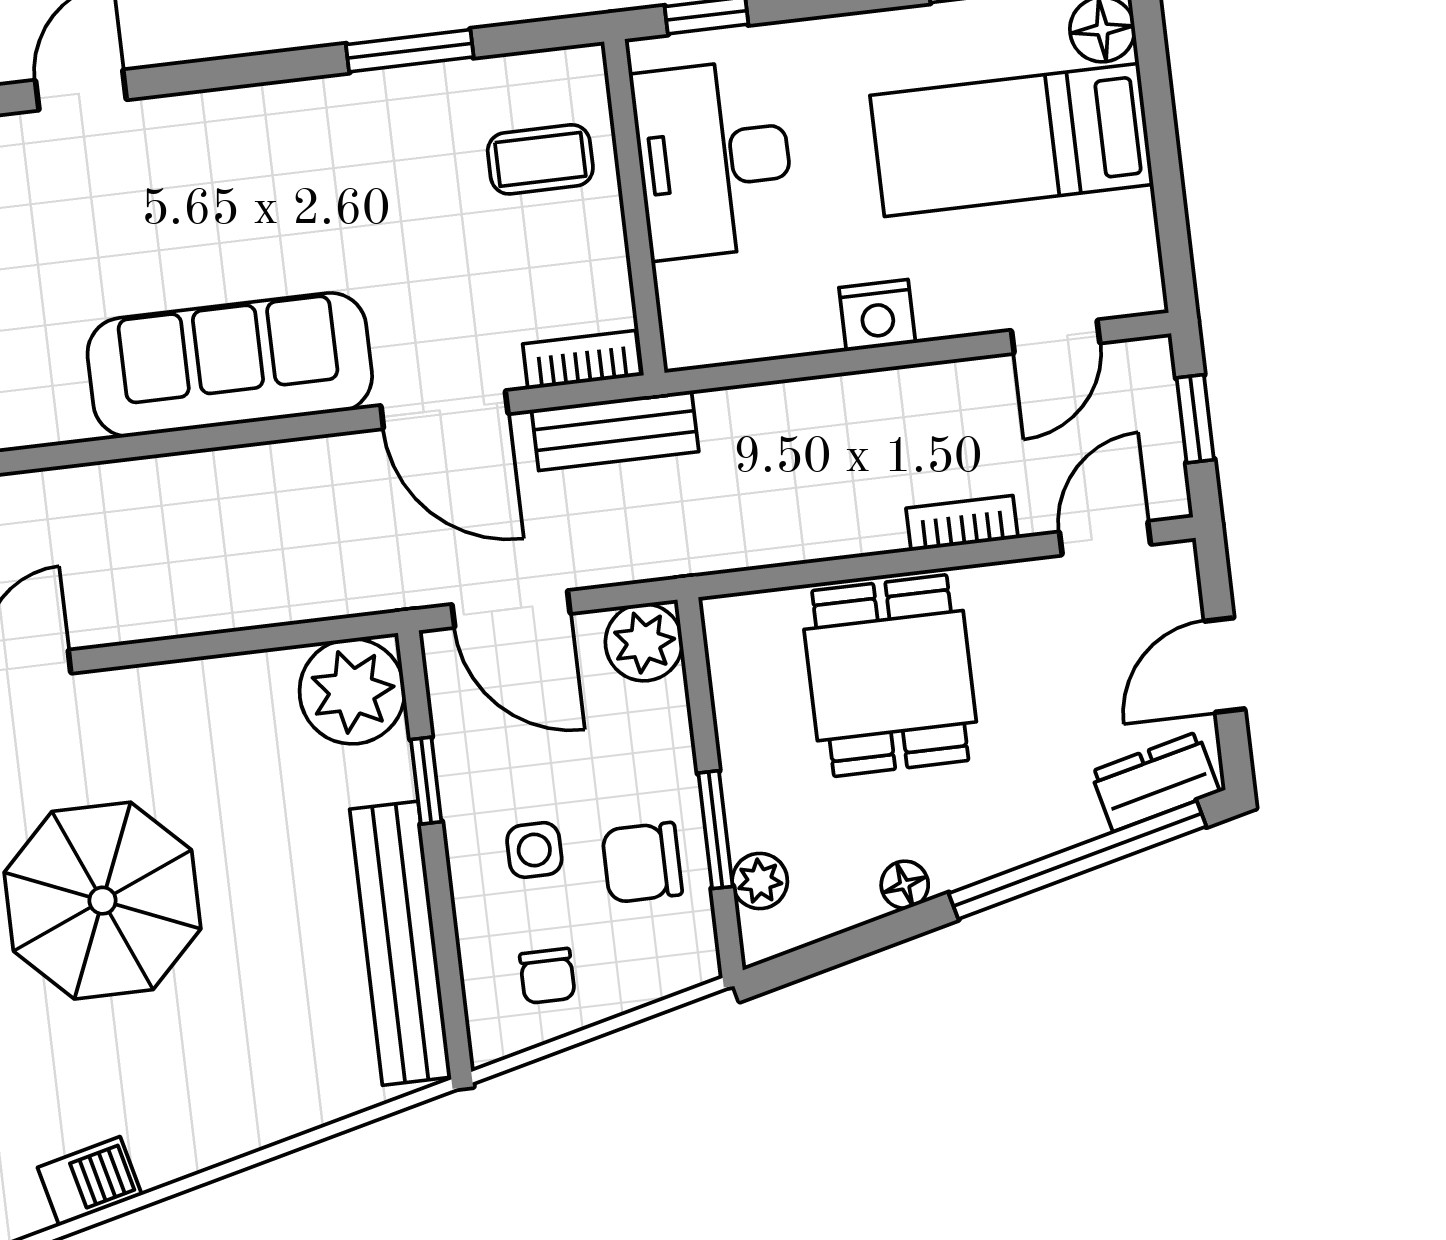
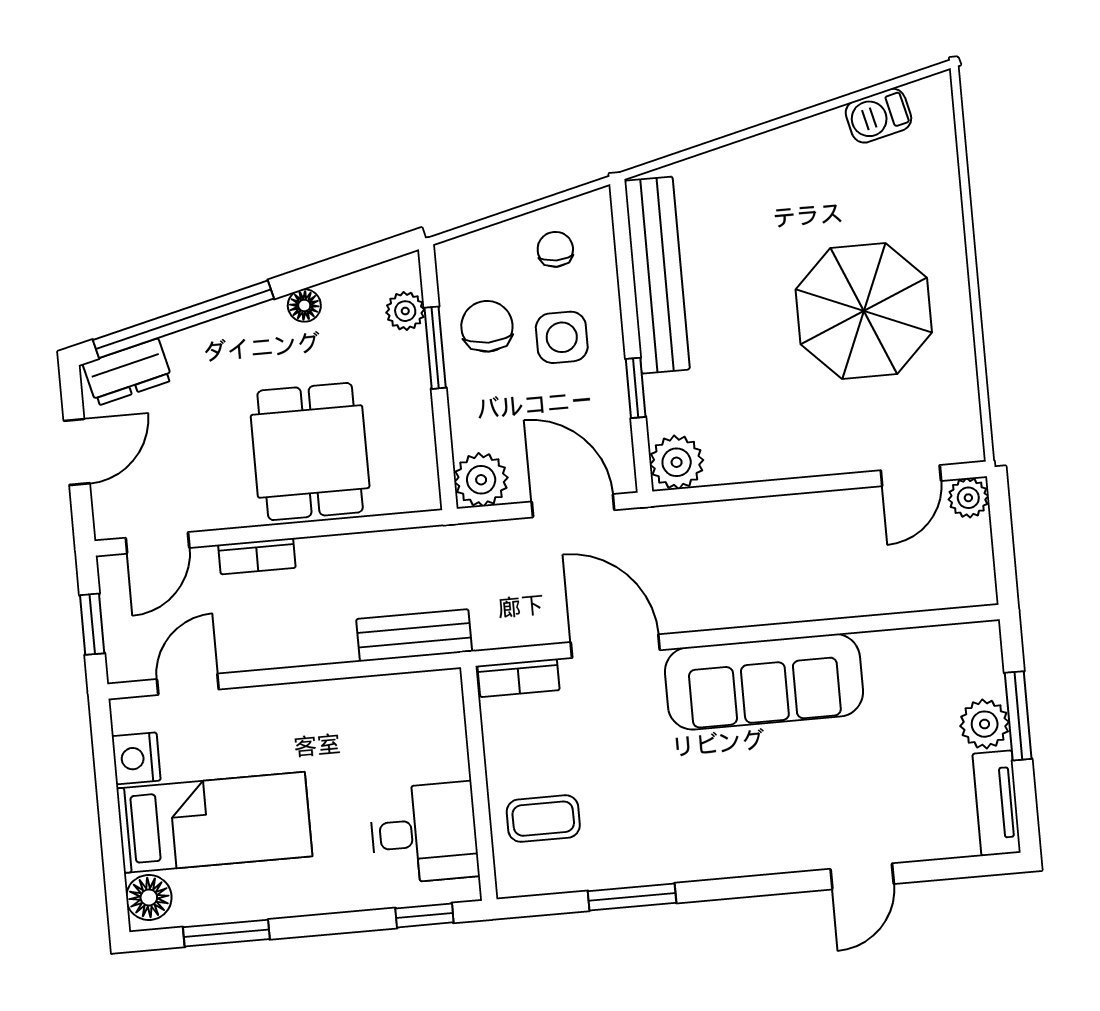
desk: (714, 159) -> (424, 833), width x0.73
nightstand: (877, 315) -> (136, 758), moved, turned -90
bench: (615, 431) -> (414, 635), moved
plant: (352, 691) -> (677, 462), width x0.73, depth x0.73
side table: (534, 850) -> (562, 337), width x1.37, depth x1.37
chair: (642, 863) -> (487, 326), turned -90

